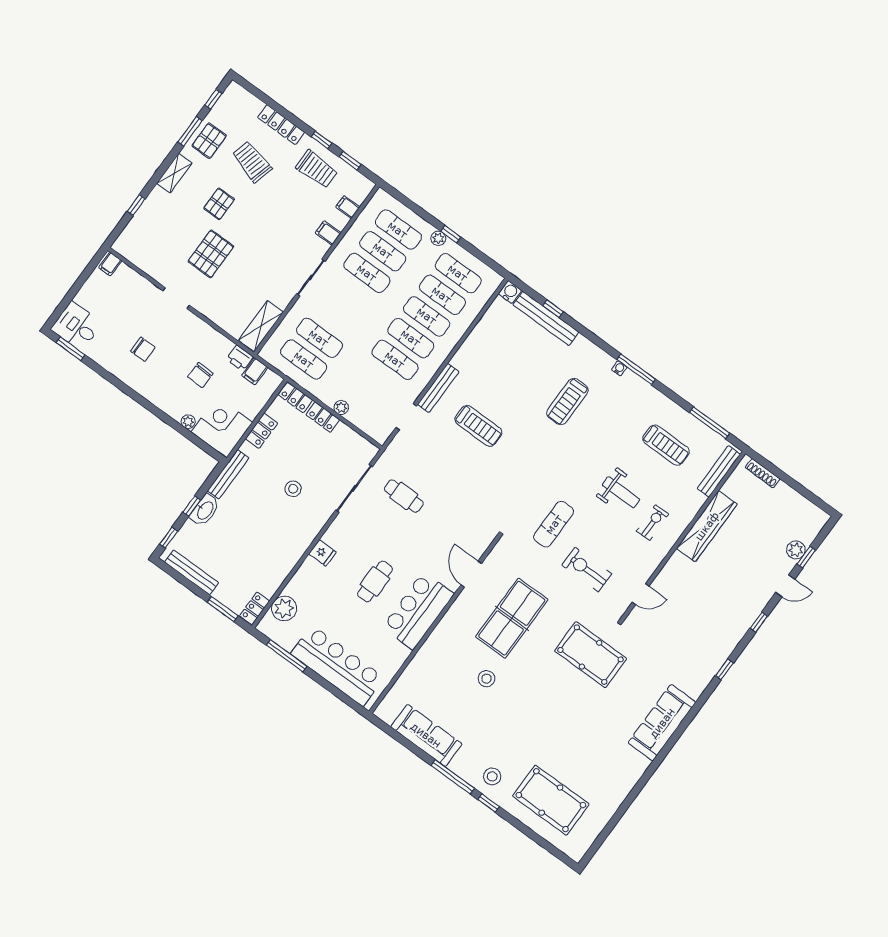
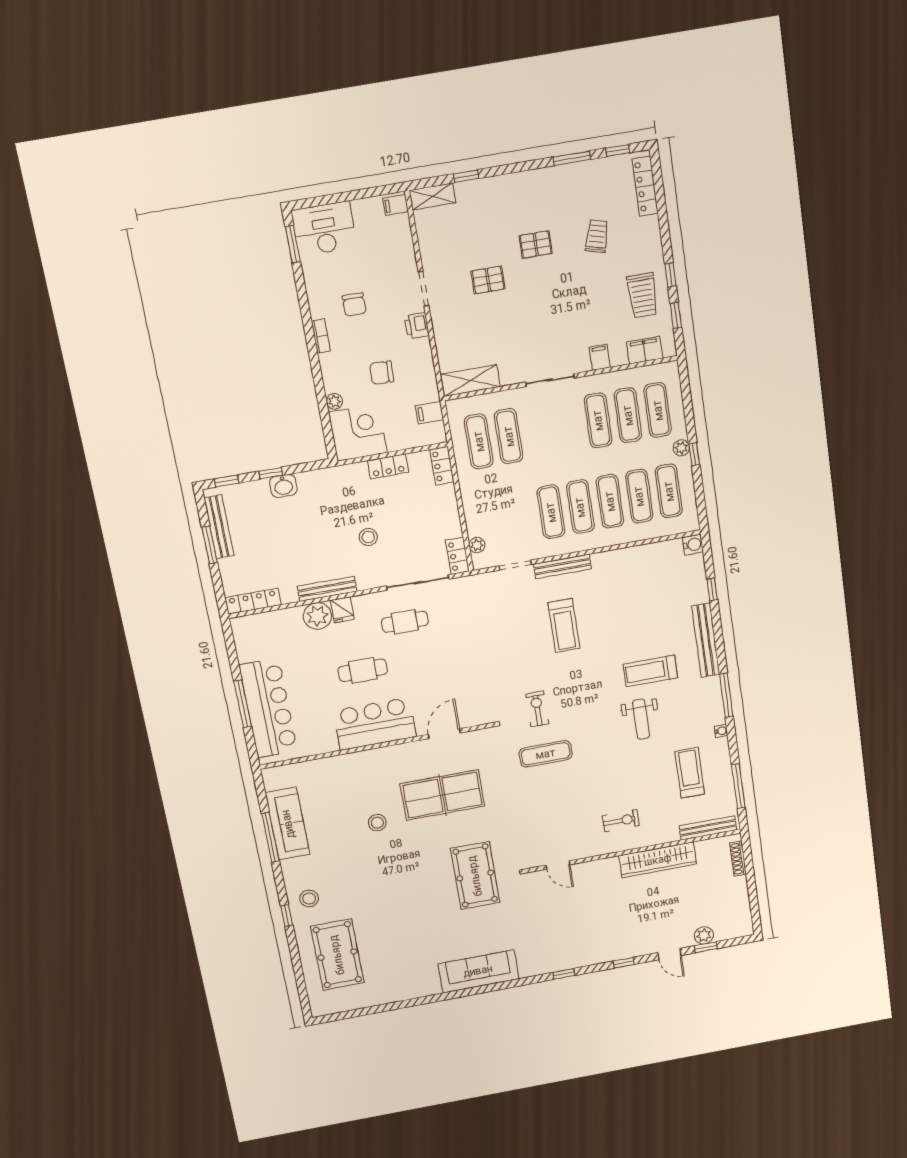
locker: (281, 125) -> (645, 186), moved
pallet: (209, 141) -> (580, 183), removed
trolley: (252, 162) -> (597, 236), width x0.73, depth x0.72
shelving: (174, 173) -> (432, 196), moved
filing cabinet: (348, 207) -> (645, 350), width x2.00
pallet: (211, 254) -> (488, 280), width x0.67, depth x0.71
bench: (546, 318) -> (706, 640), moved
desk: (77, 326) -> (324, 229), width x1.37
printer: (240, 358) -> (417, 326), moved
water cooler: (619, 368) -> (721, 731), moved
bookcase: (141, 389) -> (321, 336), added
plant: (341, 407) -> (477, 545), moved
locker: (323, 417) -> (457, 556), moved
treadmill: (666, 445) -> (690, 773), turned 180
bench: (228, 474) -> (327, 589), moved
weight bench: (621, 492) -> (641, 719), moved
cafe table: (404, 496) -> (405, 622), moved, turned 90
washbasin: (205, 510) -> (283, 486), width x0.72
exercise bike: (587, 569) -> (537, 709), moved, width x0.73, depth x0.72
locker: (254, 608) -> (253, 601), width x1.53
plant: (284, 608) -> (317, 616), moved
window: (223, 609) -> (210, 545), moved
window: (287, 656) -> (243, 704), moved
window: (453, 777) -> (270, 837), moved

